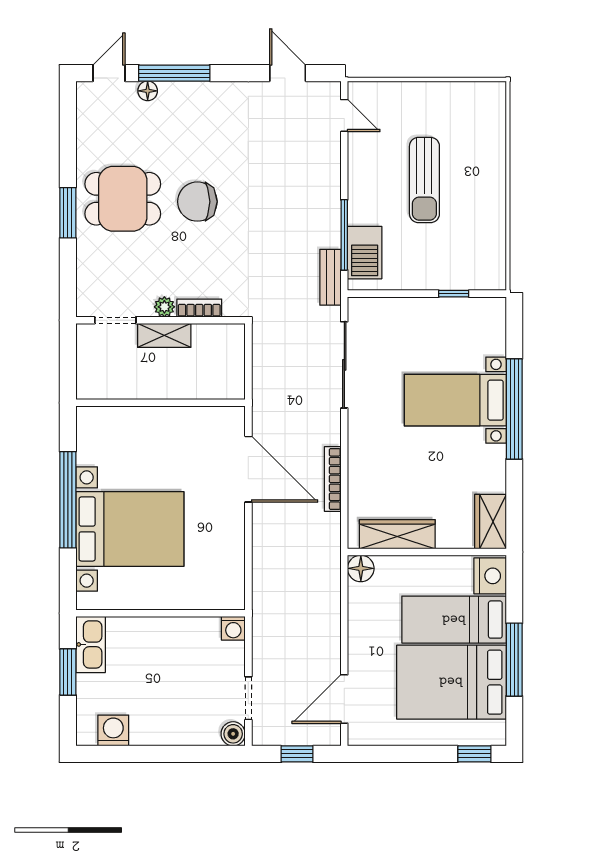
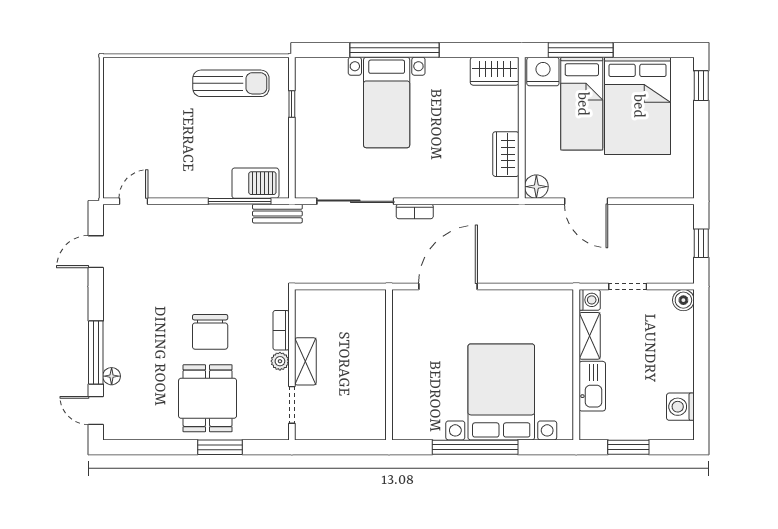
sun lounger: (424, 180) -> (231, 83), moved
plant: (164, 307) -> (280, 361), moved
bookcase: (199, 308) -> (281, 330), moved
doorway: (115, 320) -> (292, 405), moved
wall: (160, 320) -> (292, 365), moved
shelving: (164, 335) -> (305, 361), moved
bookcase: (333, 479) -> (415, 211), moved, width x0.64
wardrobe: (397, 534) -> (506, 154), width x0.67
shelving: (193, 628) -> (590, 336), added
kitchen sink: (91, 644) -> (592, 386), moved, turned 90
window: (514, 660) -> (581, 50), moved
doorway: (248, 698) -> (628, 287), moved
door: (344, 699) -> (586, 201), moved

